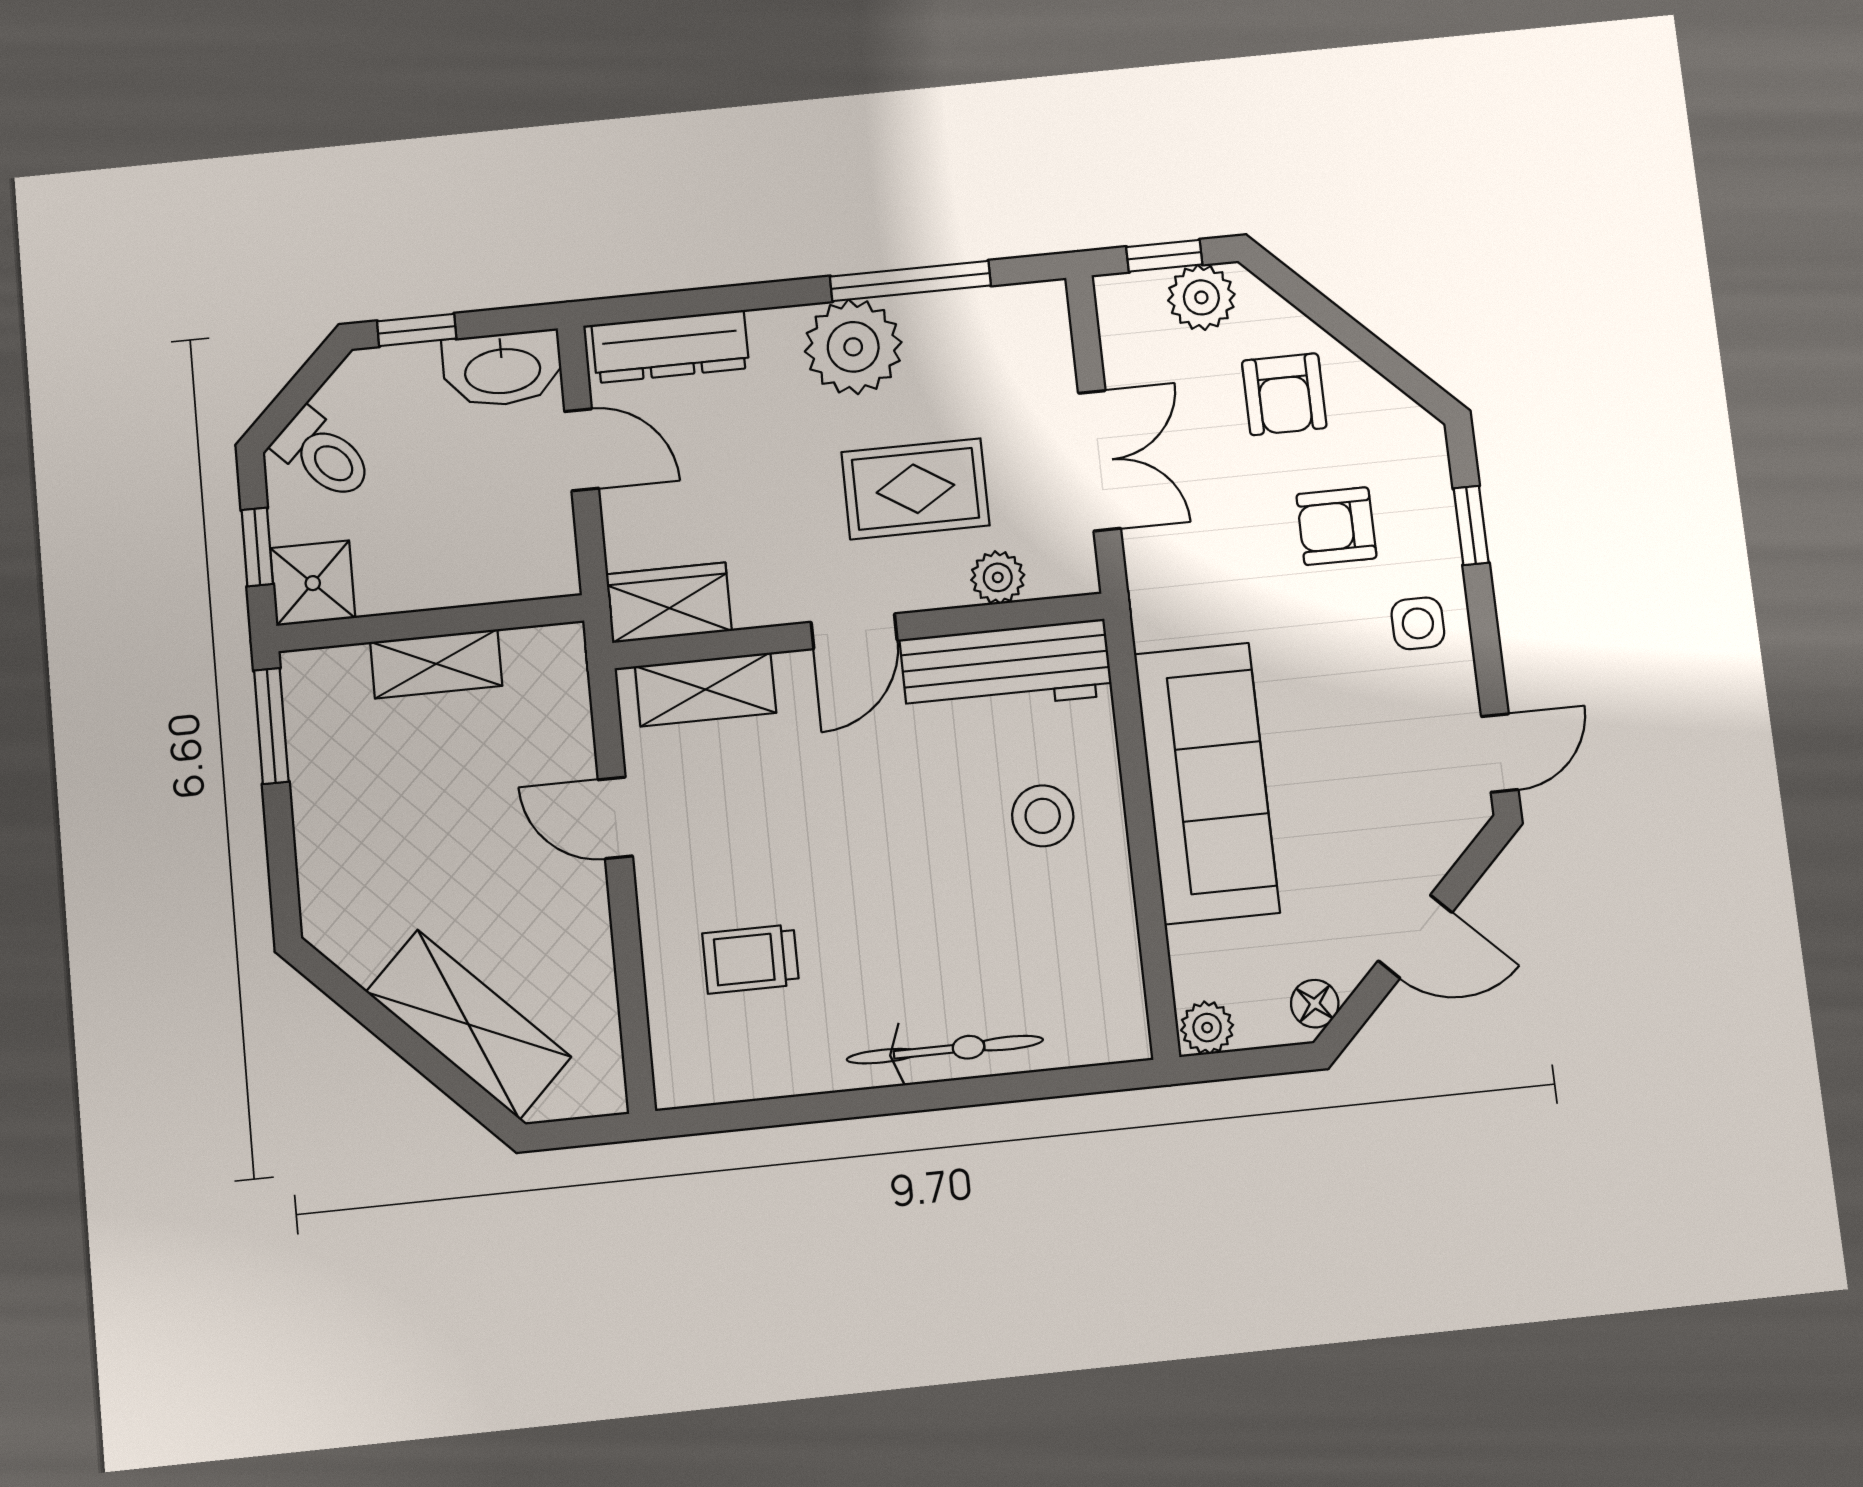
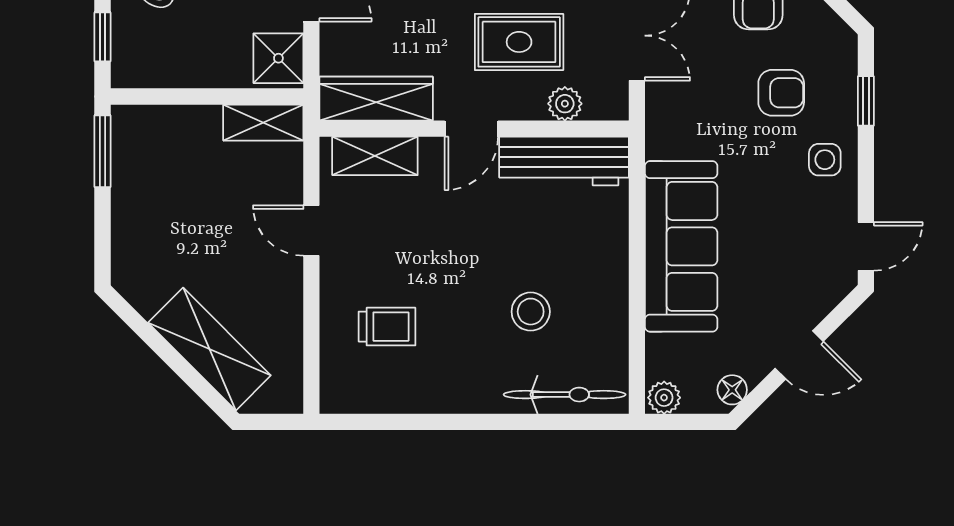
armchair: (1336, 526) -> (781, 93), turned 180
shower: (313, 583) -> (278, 58), moved
wardrobe: (669, 603) -> (376, 99), width x1.50
shelving: (436, 664) -> (263, 123), moved
stool: (1043, 816) -> (531, 312), moved
trolley: (751, 959) -> (387, 327), turned 180
bicycle: (945, 1050) -> (565, 395), moved

